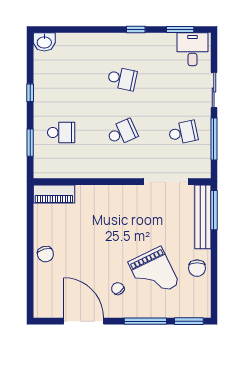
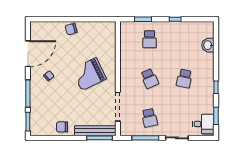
washbasin: (44, 42) -> (208, 45), moved
piano: (54, 194) -> (110, 35), removed
grand piano: (154, 273) -> (89, 74), moved

